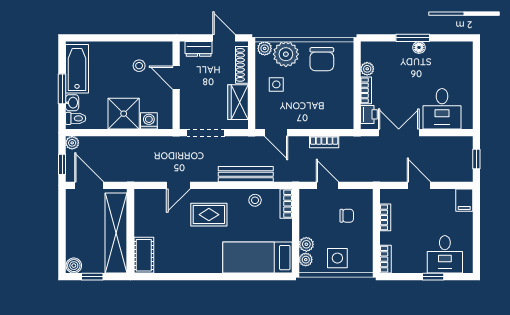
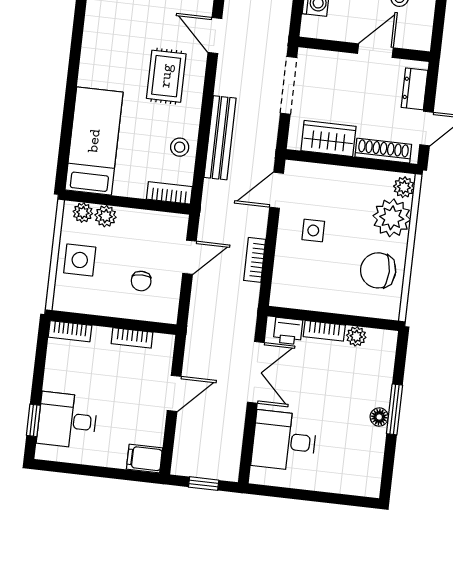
side table: (276, 84) -> (313, 230), moved
window: (433, 277) -> (33, 420), moved

